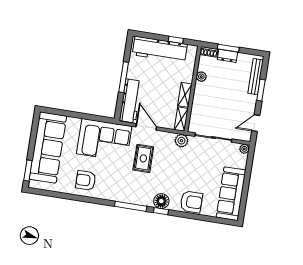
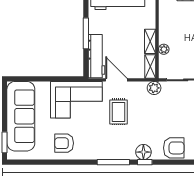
plant: (201, 77) -> (164, 49), moved

